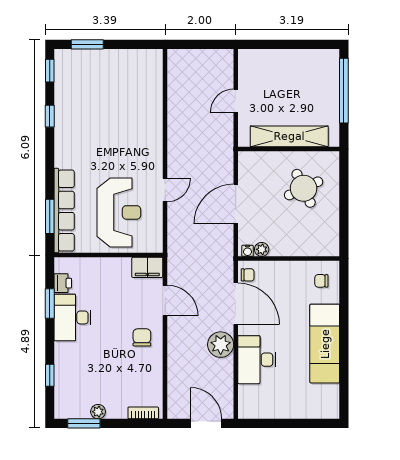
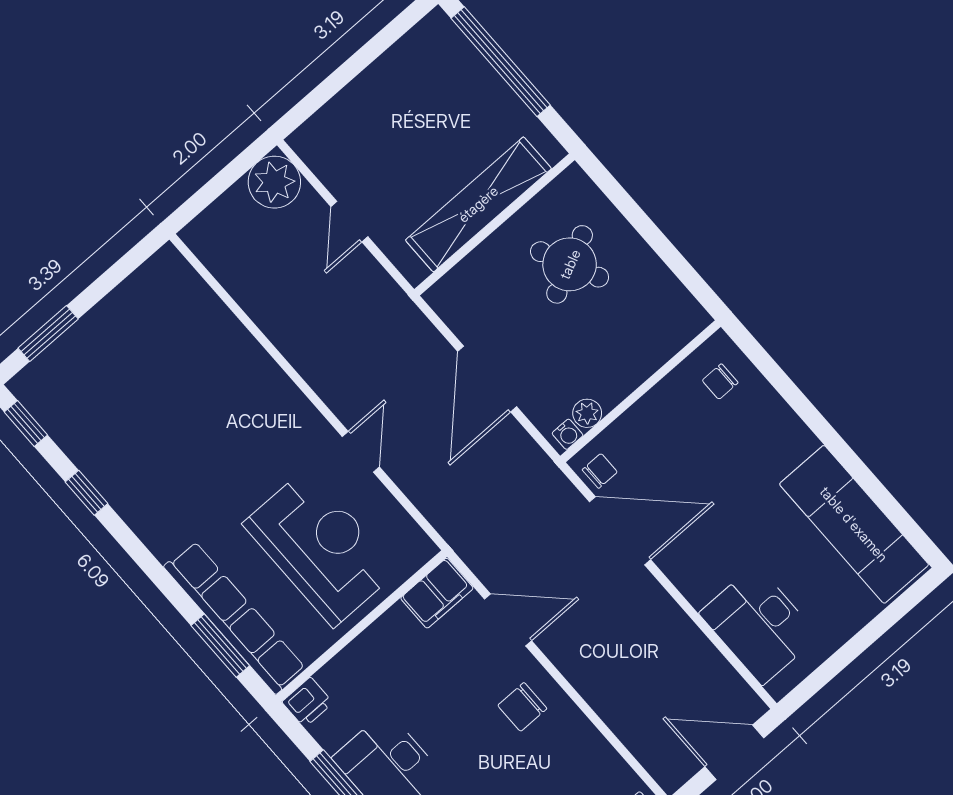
printer: (63, 283) -> (308, 702), moved, turned 90
chair: (142, 337) -> (522, 707), turned -90
exam couch: (325, 344) -> (854, 524), moved
plant: (221, 345) -> (274, 182), moved
desk: (257, 360) -> (759, 625), moved

